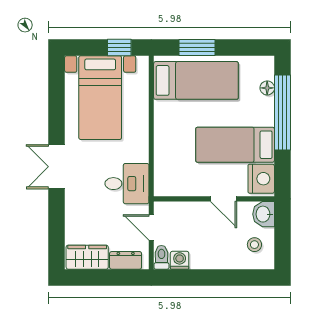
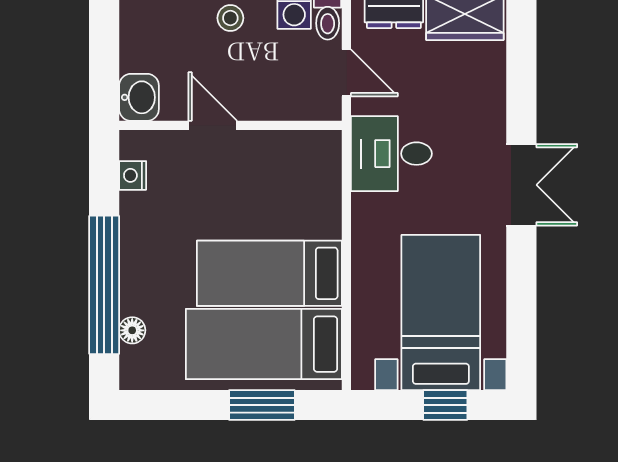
window: (119, 48) -> (445, 405), moved
bed: (235, 145) -> (269, 273), moved, turned 180
nightstand: (261, 179) -> (133, 175), width x0.53, depth x0.56
stool: (254, 245) -> (230, 18), moved

